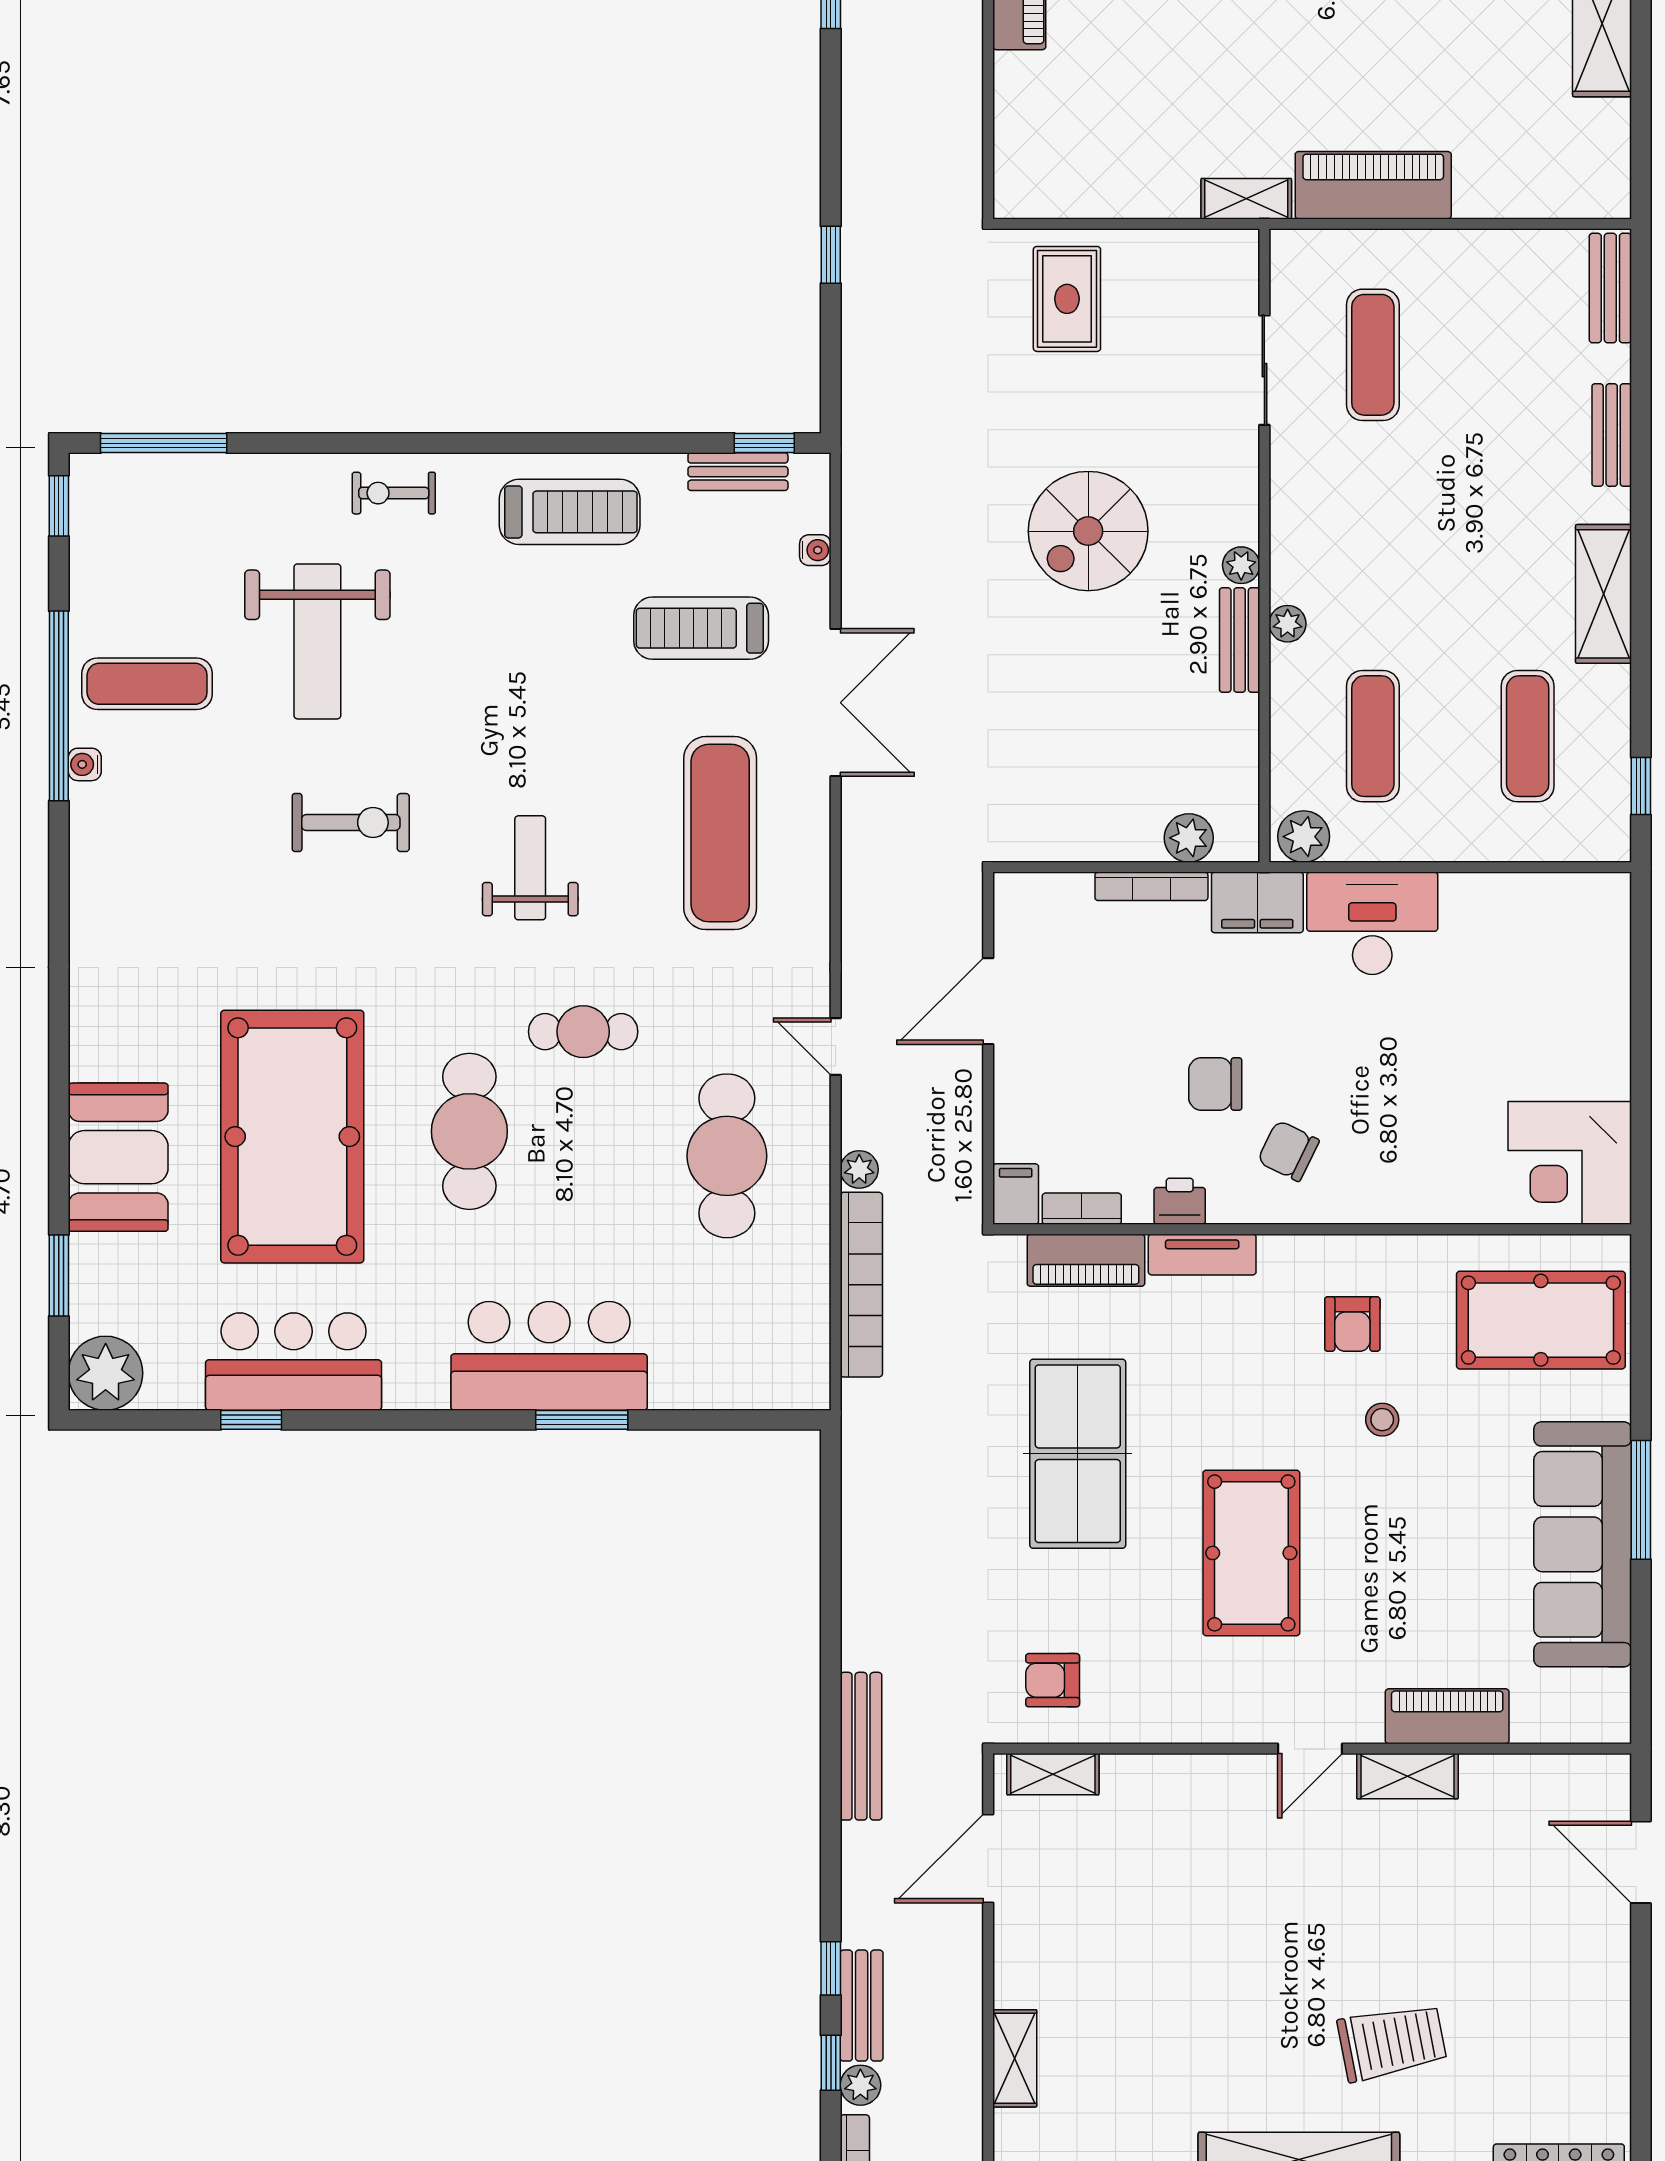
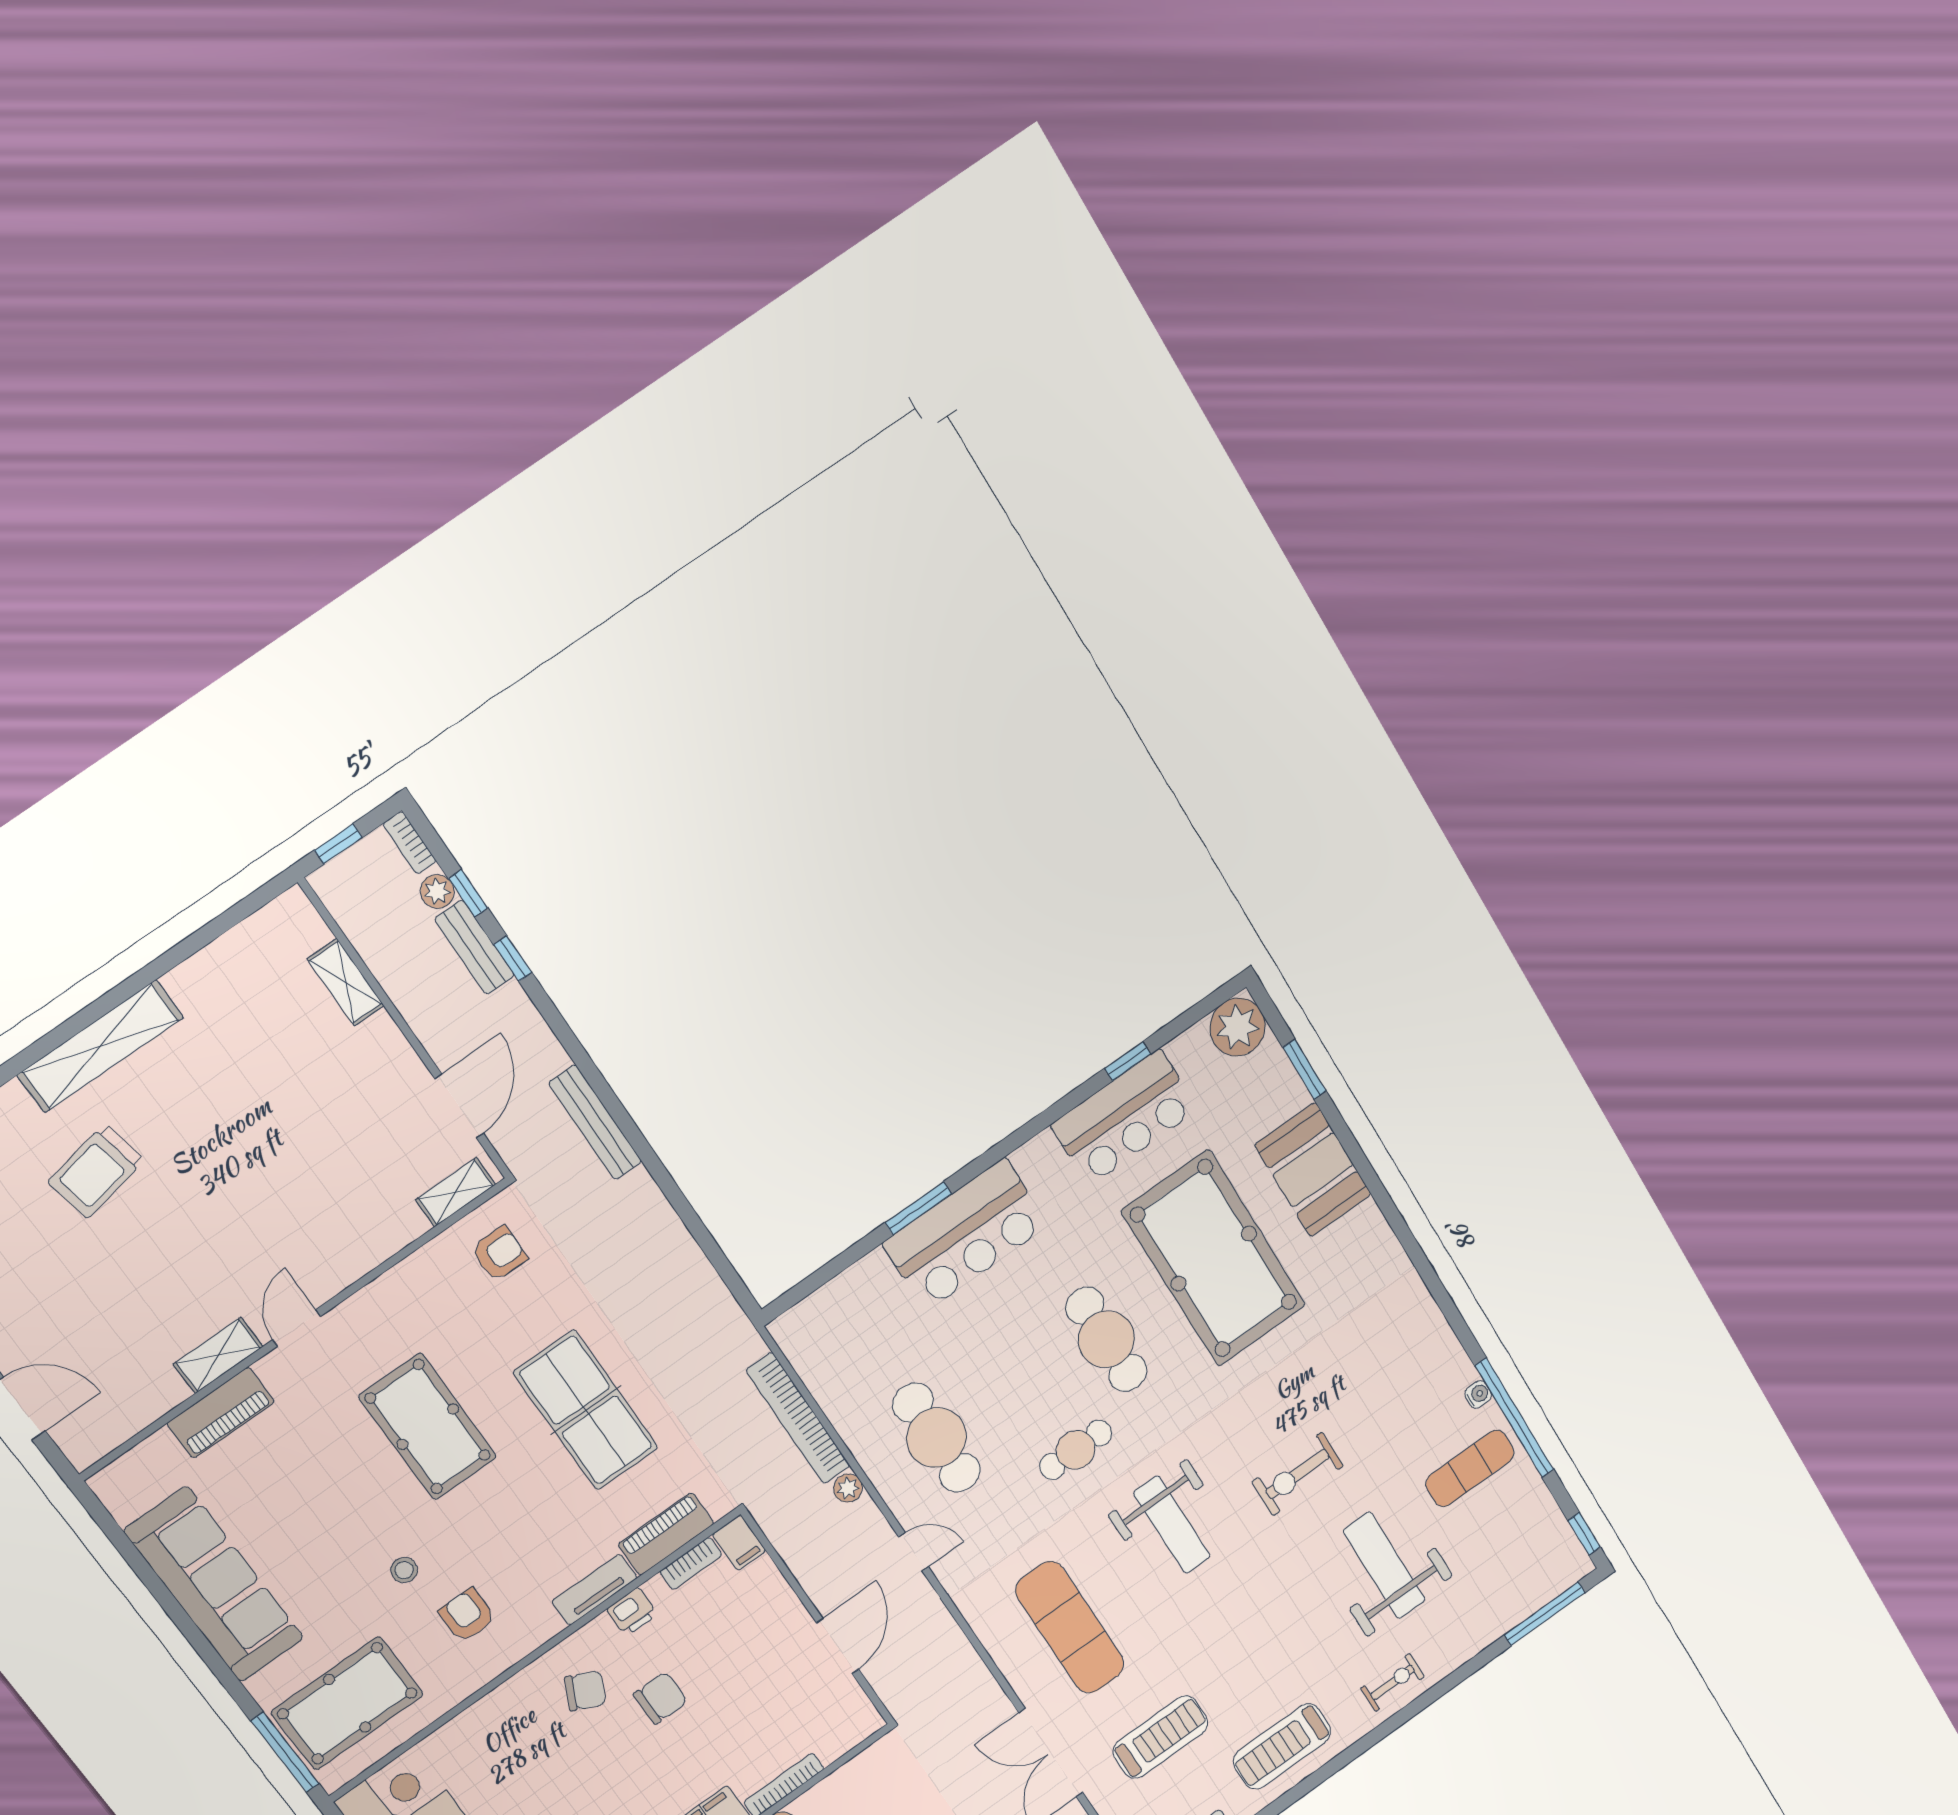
weight bench: (530, 868) -> (1172, 1525), width x1.36, depth x1.33
window: (1641, 1500) -> (285, 1752), moved

